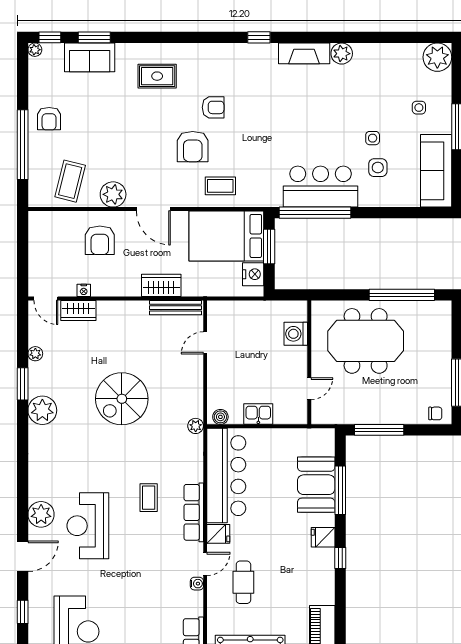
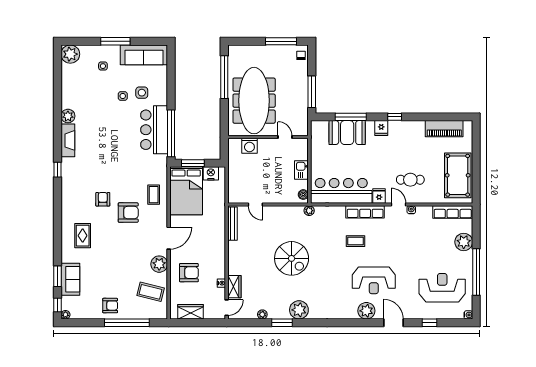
wardrobe: (161, 285) -> (190, 312), moved, turned 90
meeting table: (366, 341) -> (254, 101), width x1.36

